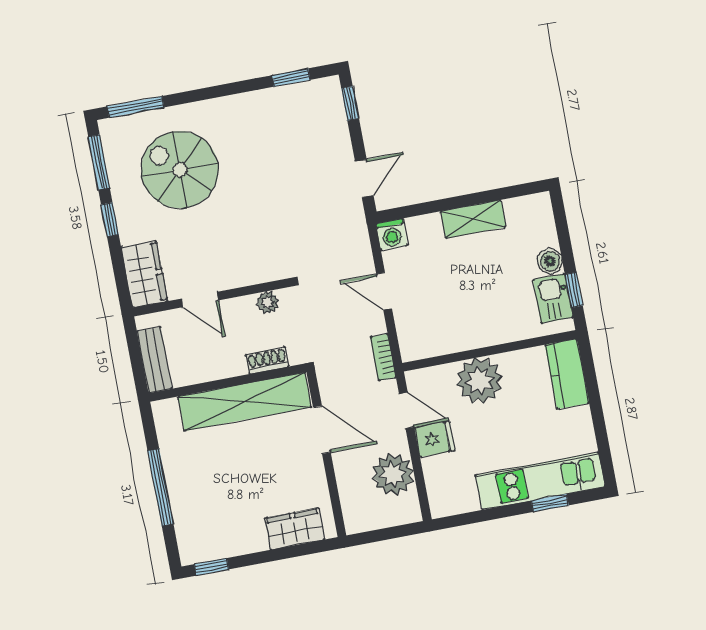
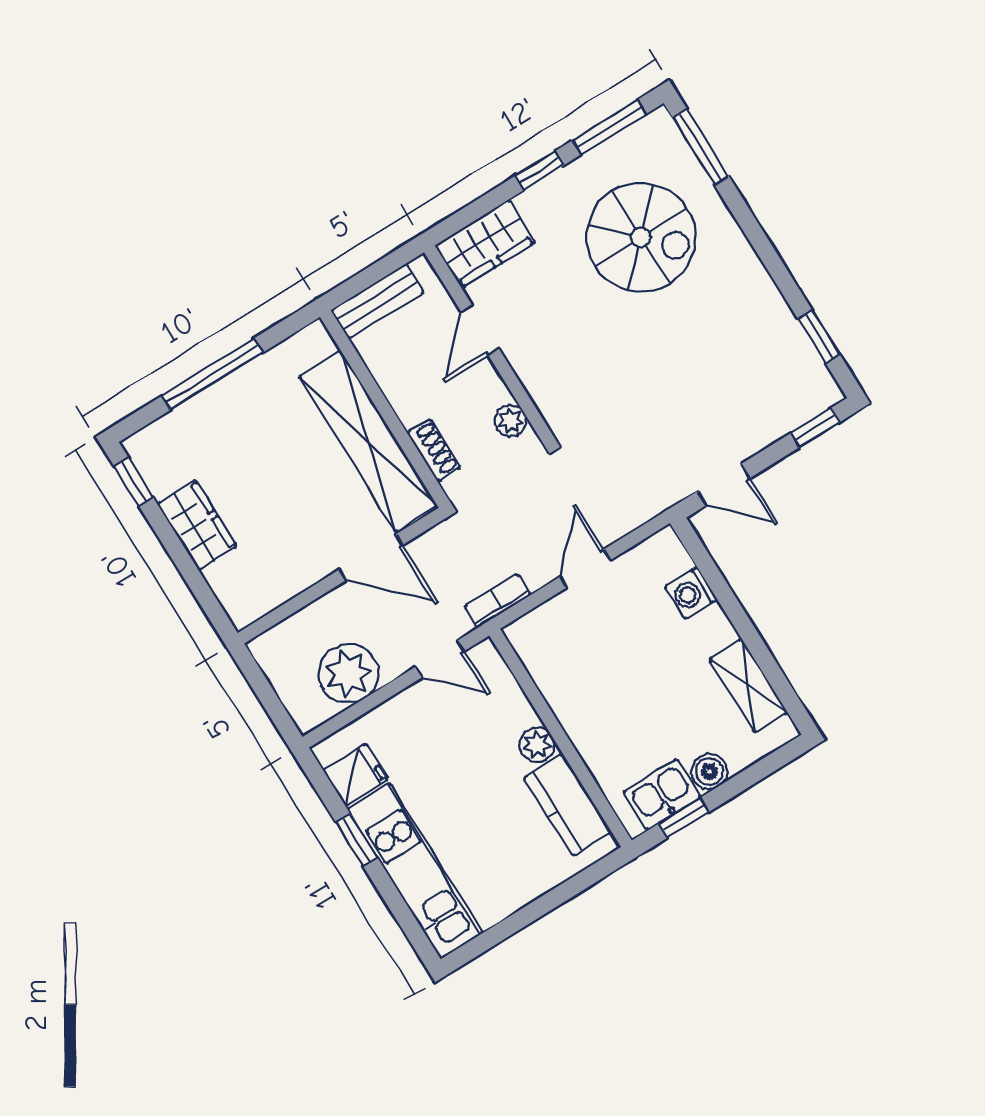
spiral stairs: (180, 170) -> (641, 237), turned 90
shelving: (473, 219) -> (748, 686), moved
washing machine: (392, 234) -> (691, 593), moved
kitchen counter: (567, 374) -> (567, 805), moved, turned -90
plant: (479, 381) -> (537, 745), width x0.53, depth x0.53
door: (407, 410) -> (440, 659), hinge flipped
door: (322, 430) -> (371, 557), hinge flipped
fridge: (435, 439) -> (356, 775), moved, turned -90
window: (550, 503) -> (357, 840), moved
wardrobe: (295, 529) -> (197, 525), moved

